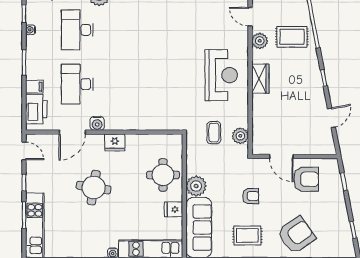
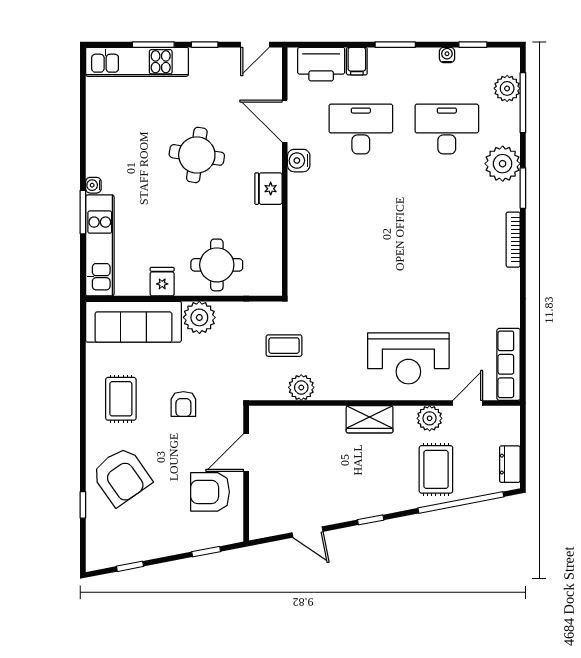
reception desk: (221, 75) -> (408, 358), moved
plant: (240, 136) -> (301, 387), moved
armchair: (306, 179) -> (210, 492), turned 90

